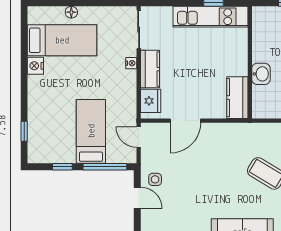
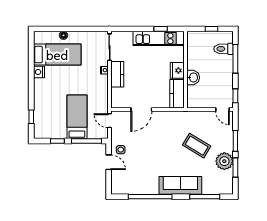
fridge: (151, 101) -> (177, 70), moved, turned 180

